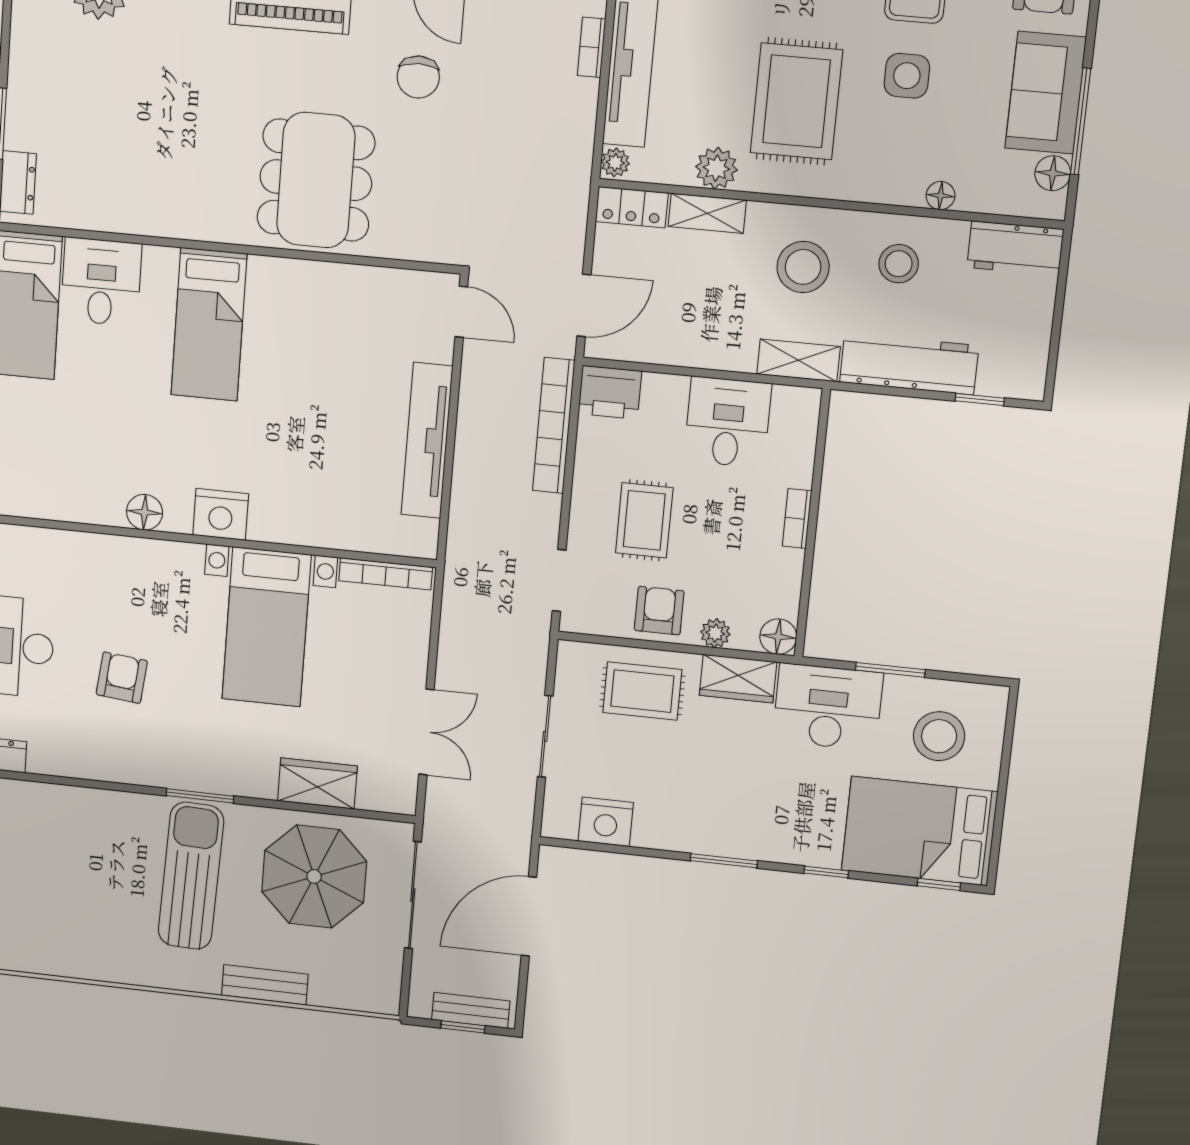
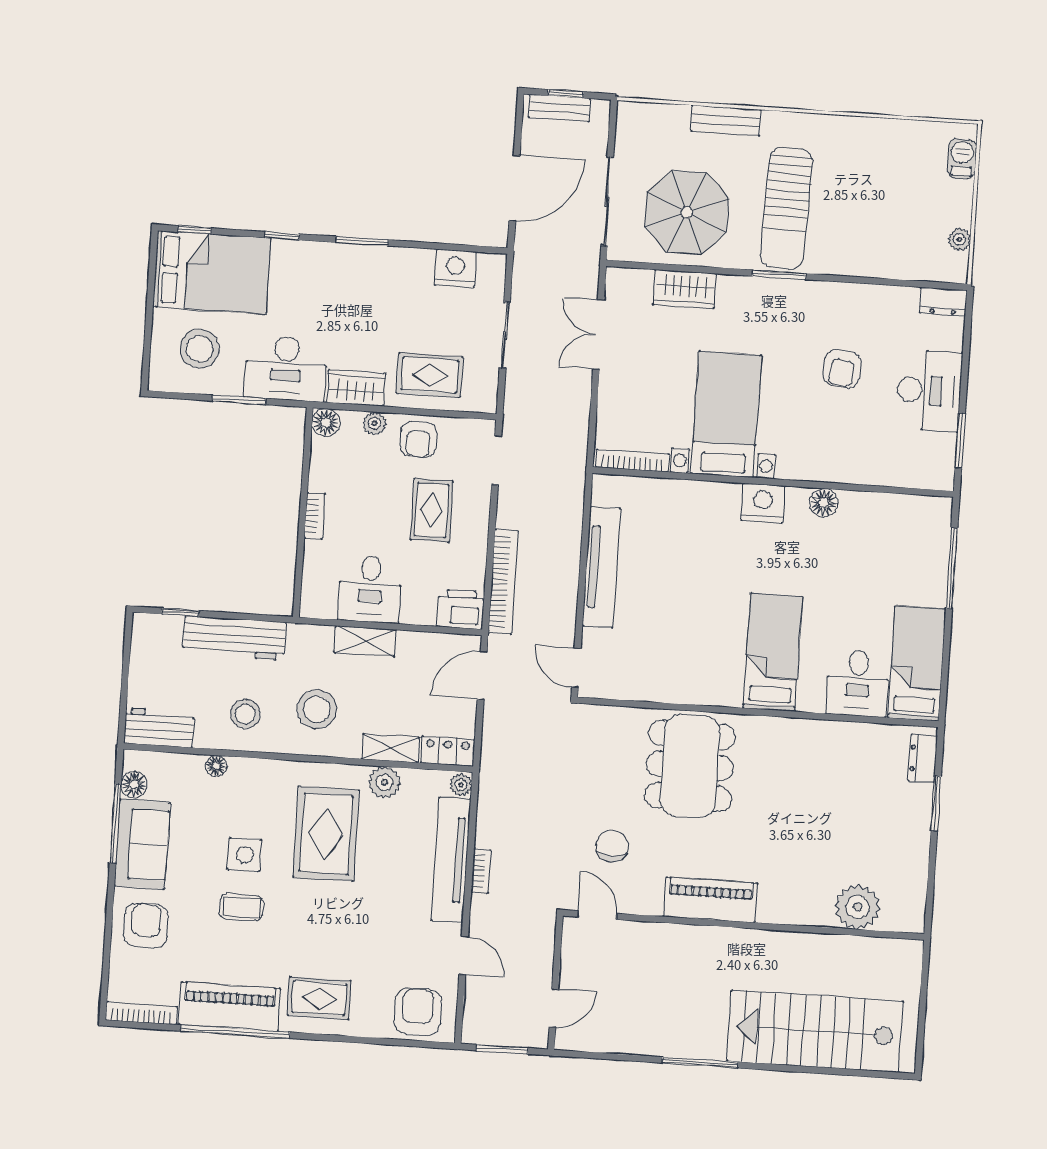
shelving: (798, 360) -> (365, 641), moved

